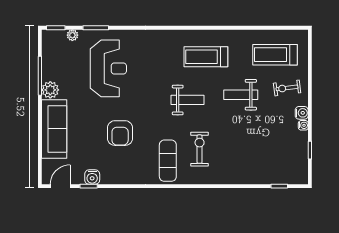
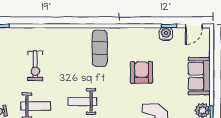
sofa: (54, 129) -> (199, 76), width x0.73
exercise bike: (200, 149) -> (35, 66), moved

